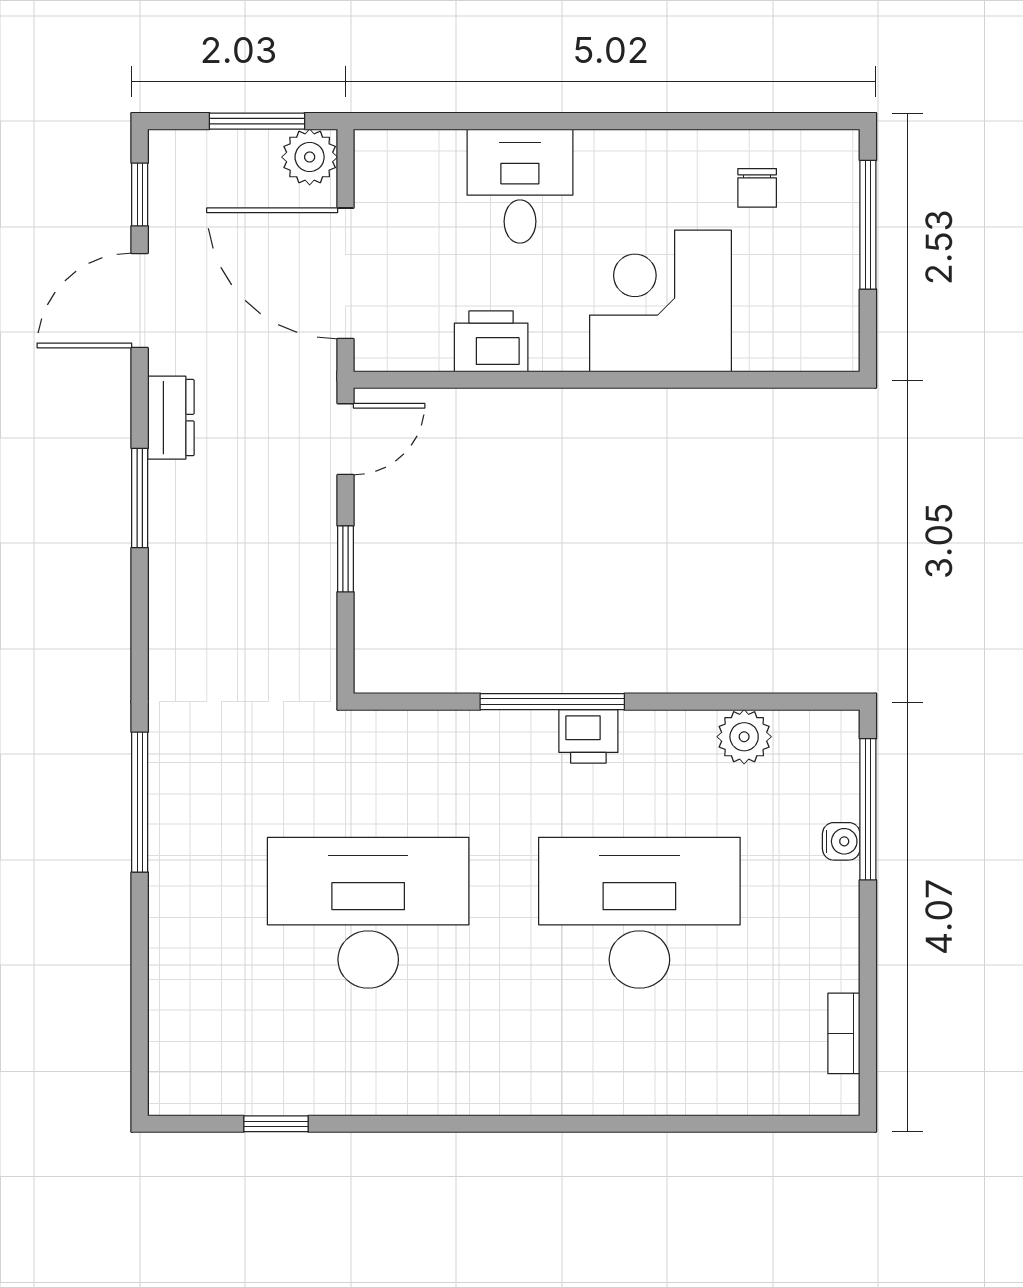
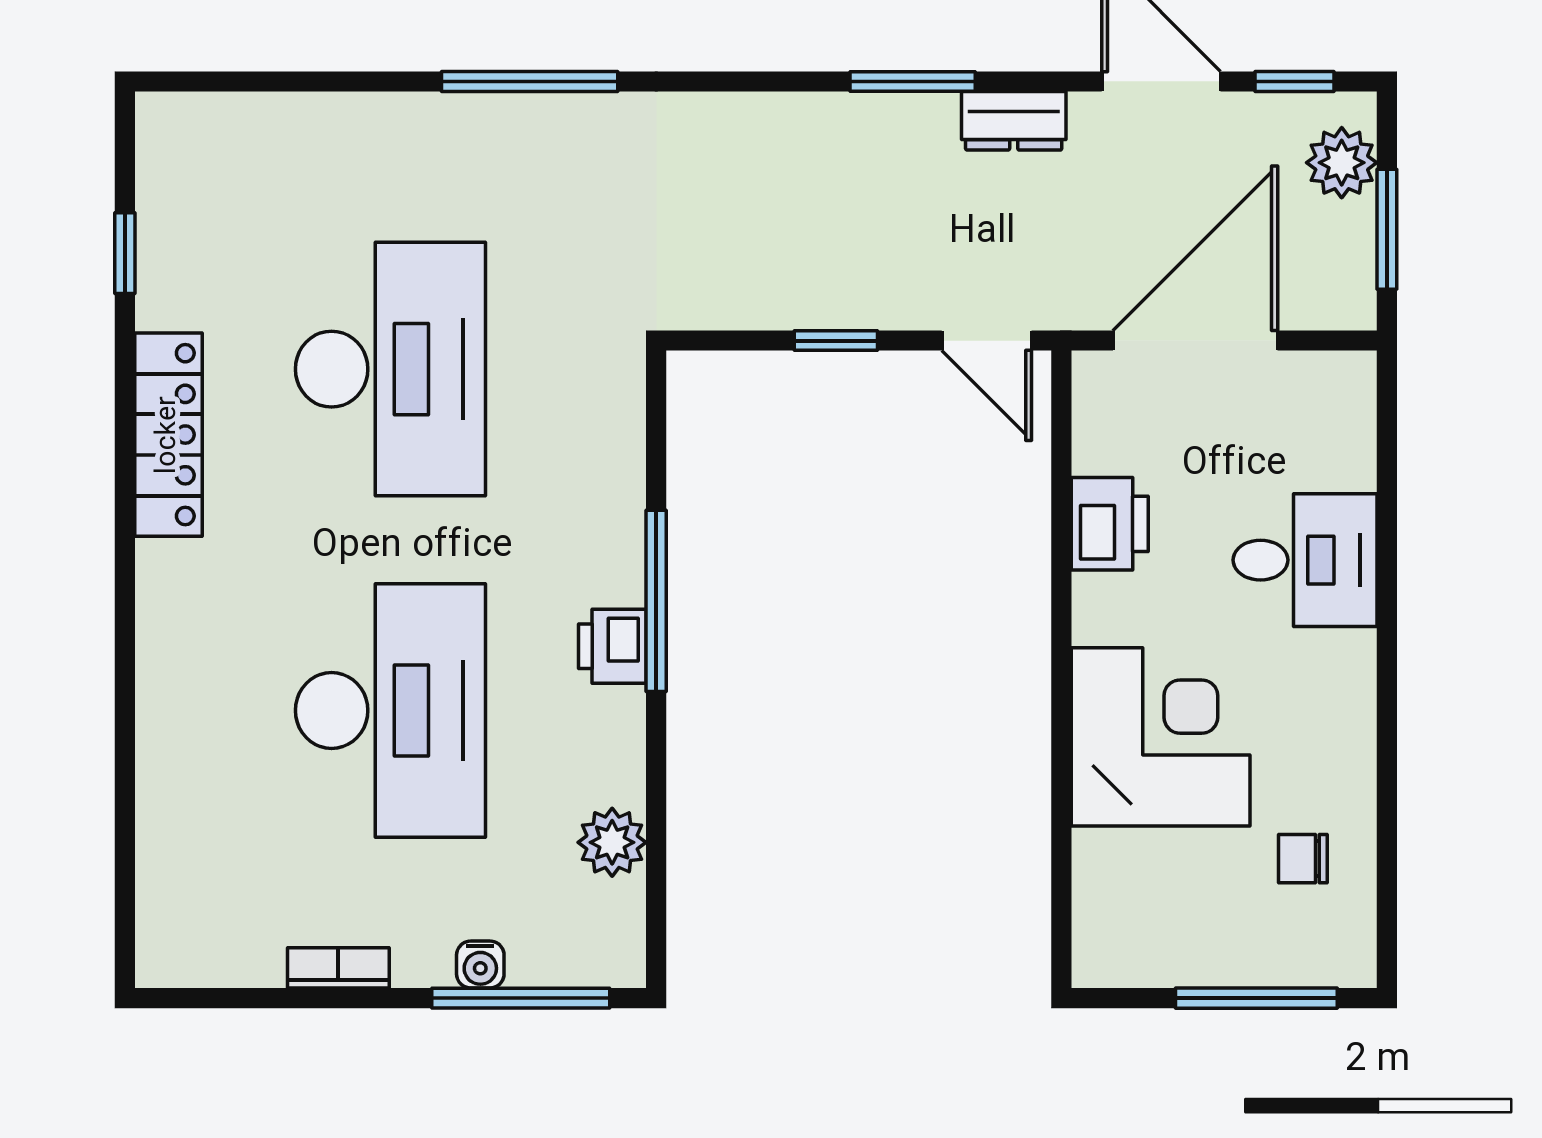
plant: (310, 157) -> (1342, 163), moved
bookcase: (844, 1033) -> (338, 968), moved
locker: (420, 1089) -> (168, 435), added

